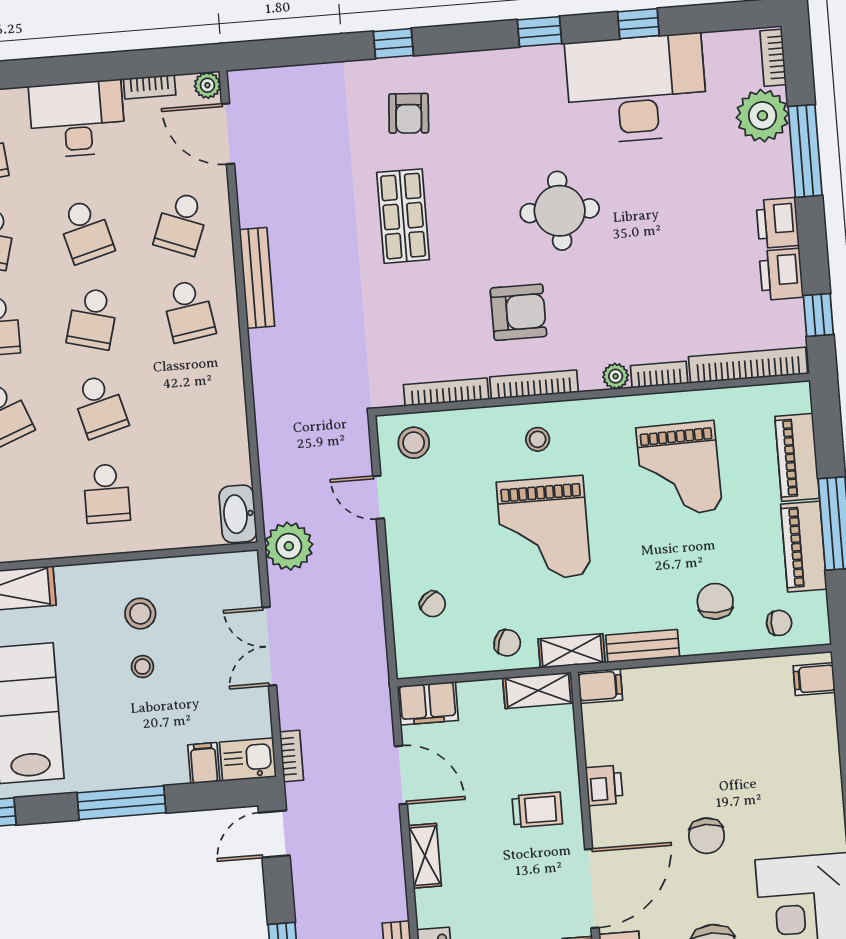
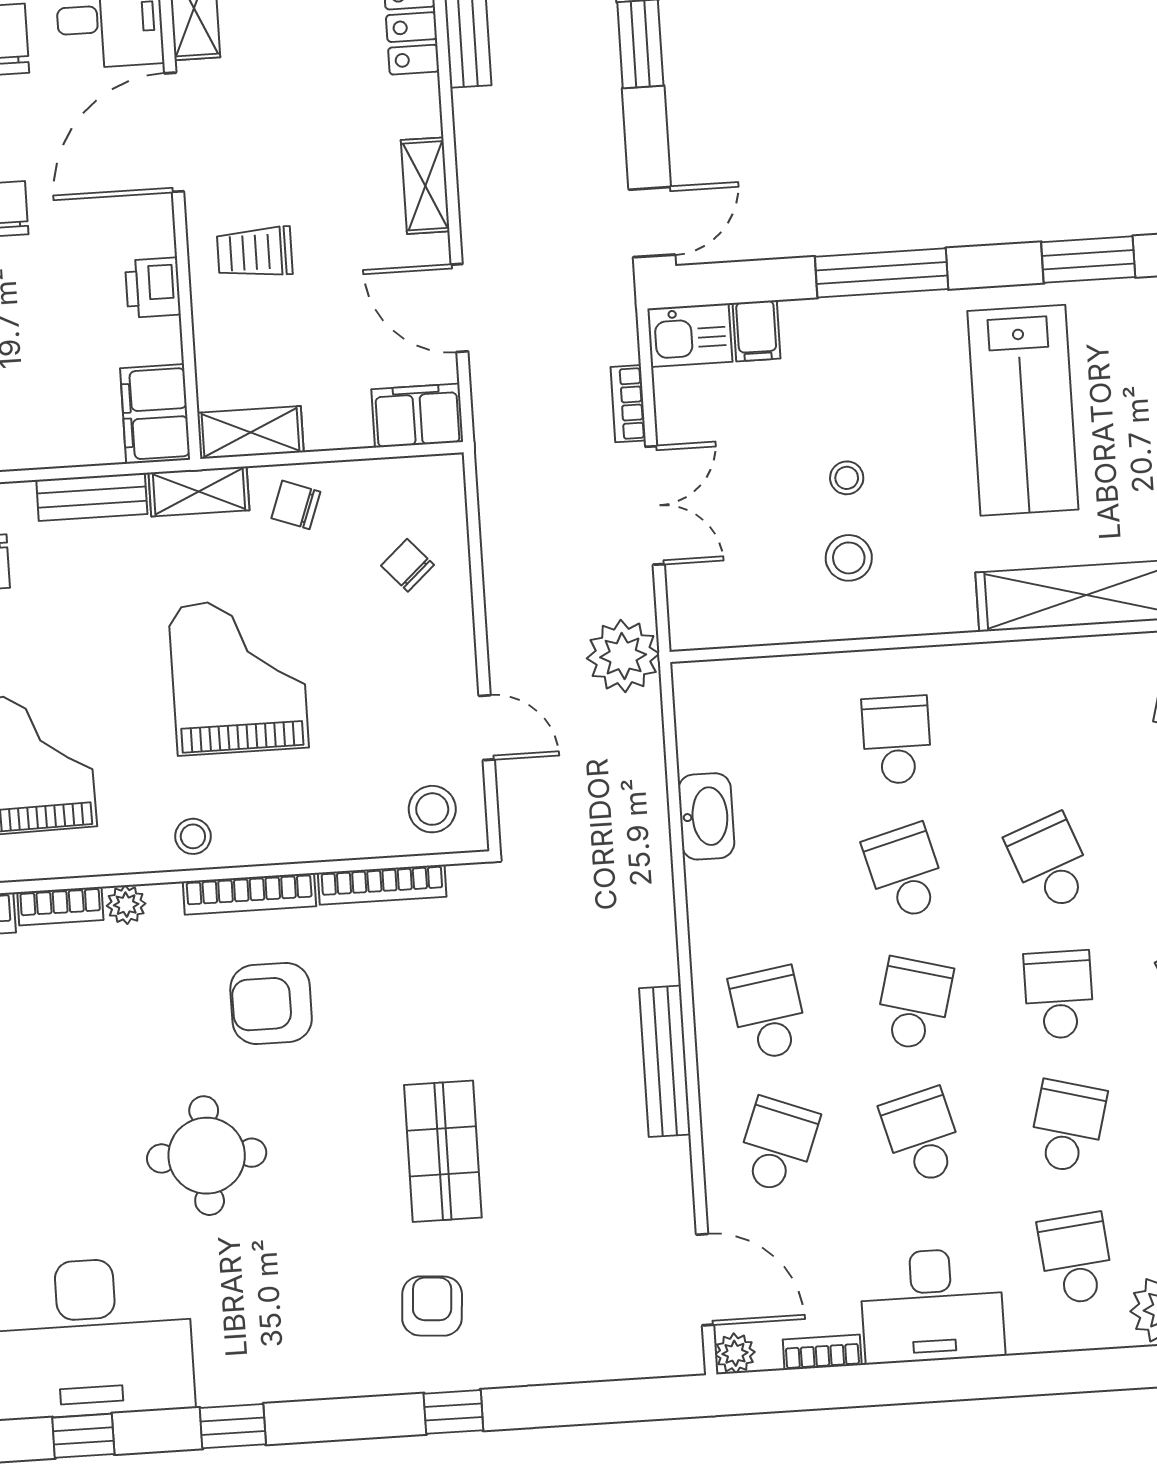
stool: (538, 439) -> (193, 836), moved
washbasin: (238, 514) -> (706, 816), moved
filing cabinet: (600, 686) -> (155, 414), width x2.00
bookcase: (292, 756) -> (628, 404), moved

